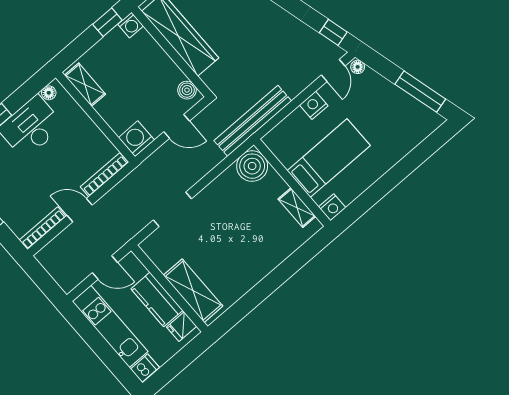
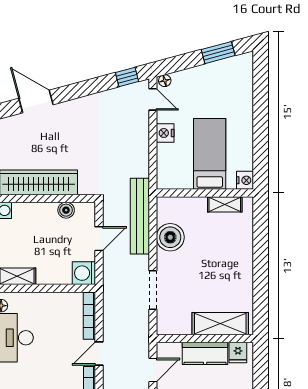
boiler: (187, 90) -> (66, 210), moved
window: (420, 92) -> (218, 53), width x0.69
bench: (253, 121) -> (140, 216), moved
boiler: (252, 166) -> (170, 237), moved

